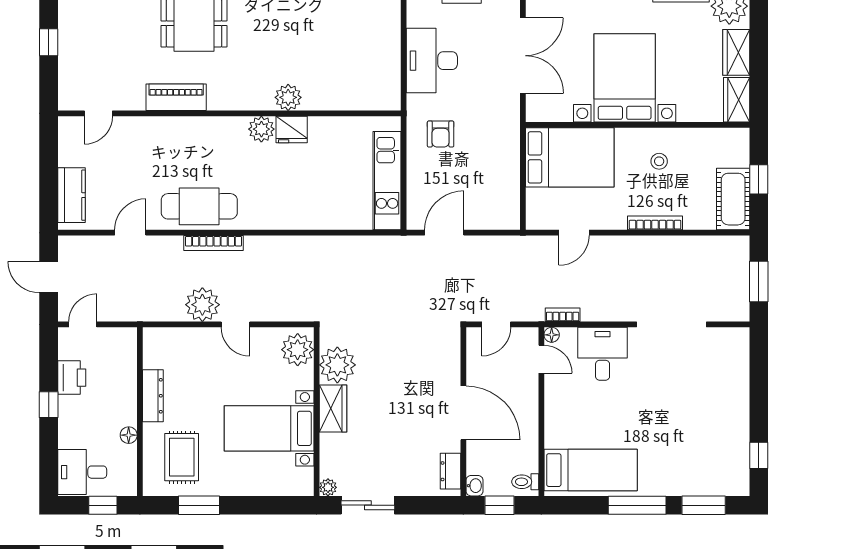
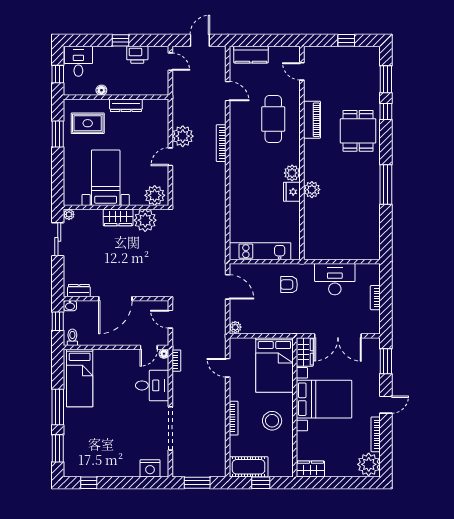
wardrobe: (736, 52) -> (305, 352), moved, turned 90
stool: (659, 161) -> (272, 421), width x1.89, depth x1.89
cafe table: (199, 206) -> (273, 119), moved
plant: (509, 220) -> (235, 327), added
nightstand: (735, 357) -> (150, 468), added

